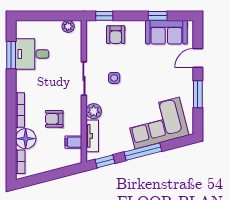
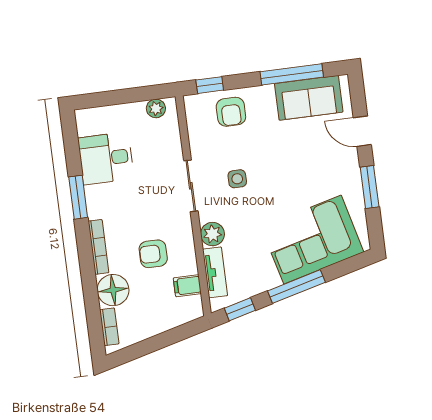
window: (158, 16) -> (292, 74), width x2.17
window: (11, 55) -> (78, 197), moved
door: (198, 58) -> (362, 131), hinge flipped

